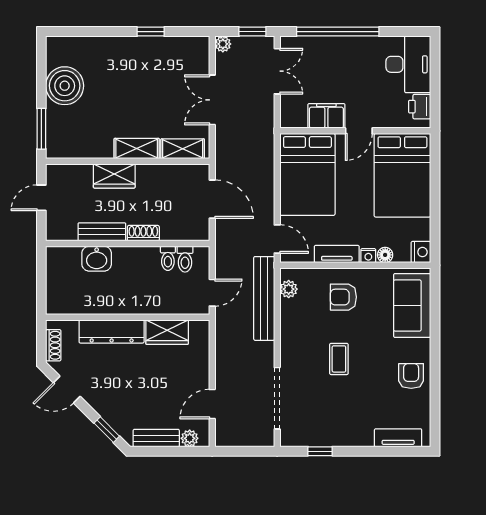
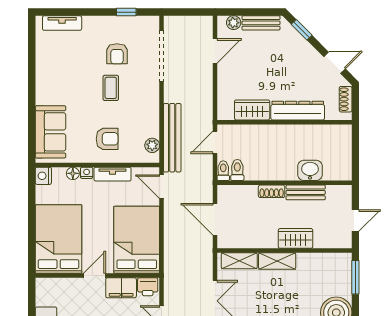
printer: (420, 107) -> (148, 287), moved, turned 90
toilet: (168, 258) -> (223, 171), moved
armchair: (411, 376) -> (117, 54), moved

